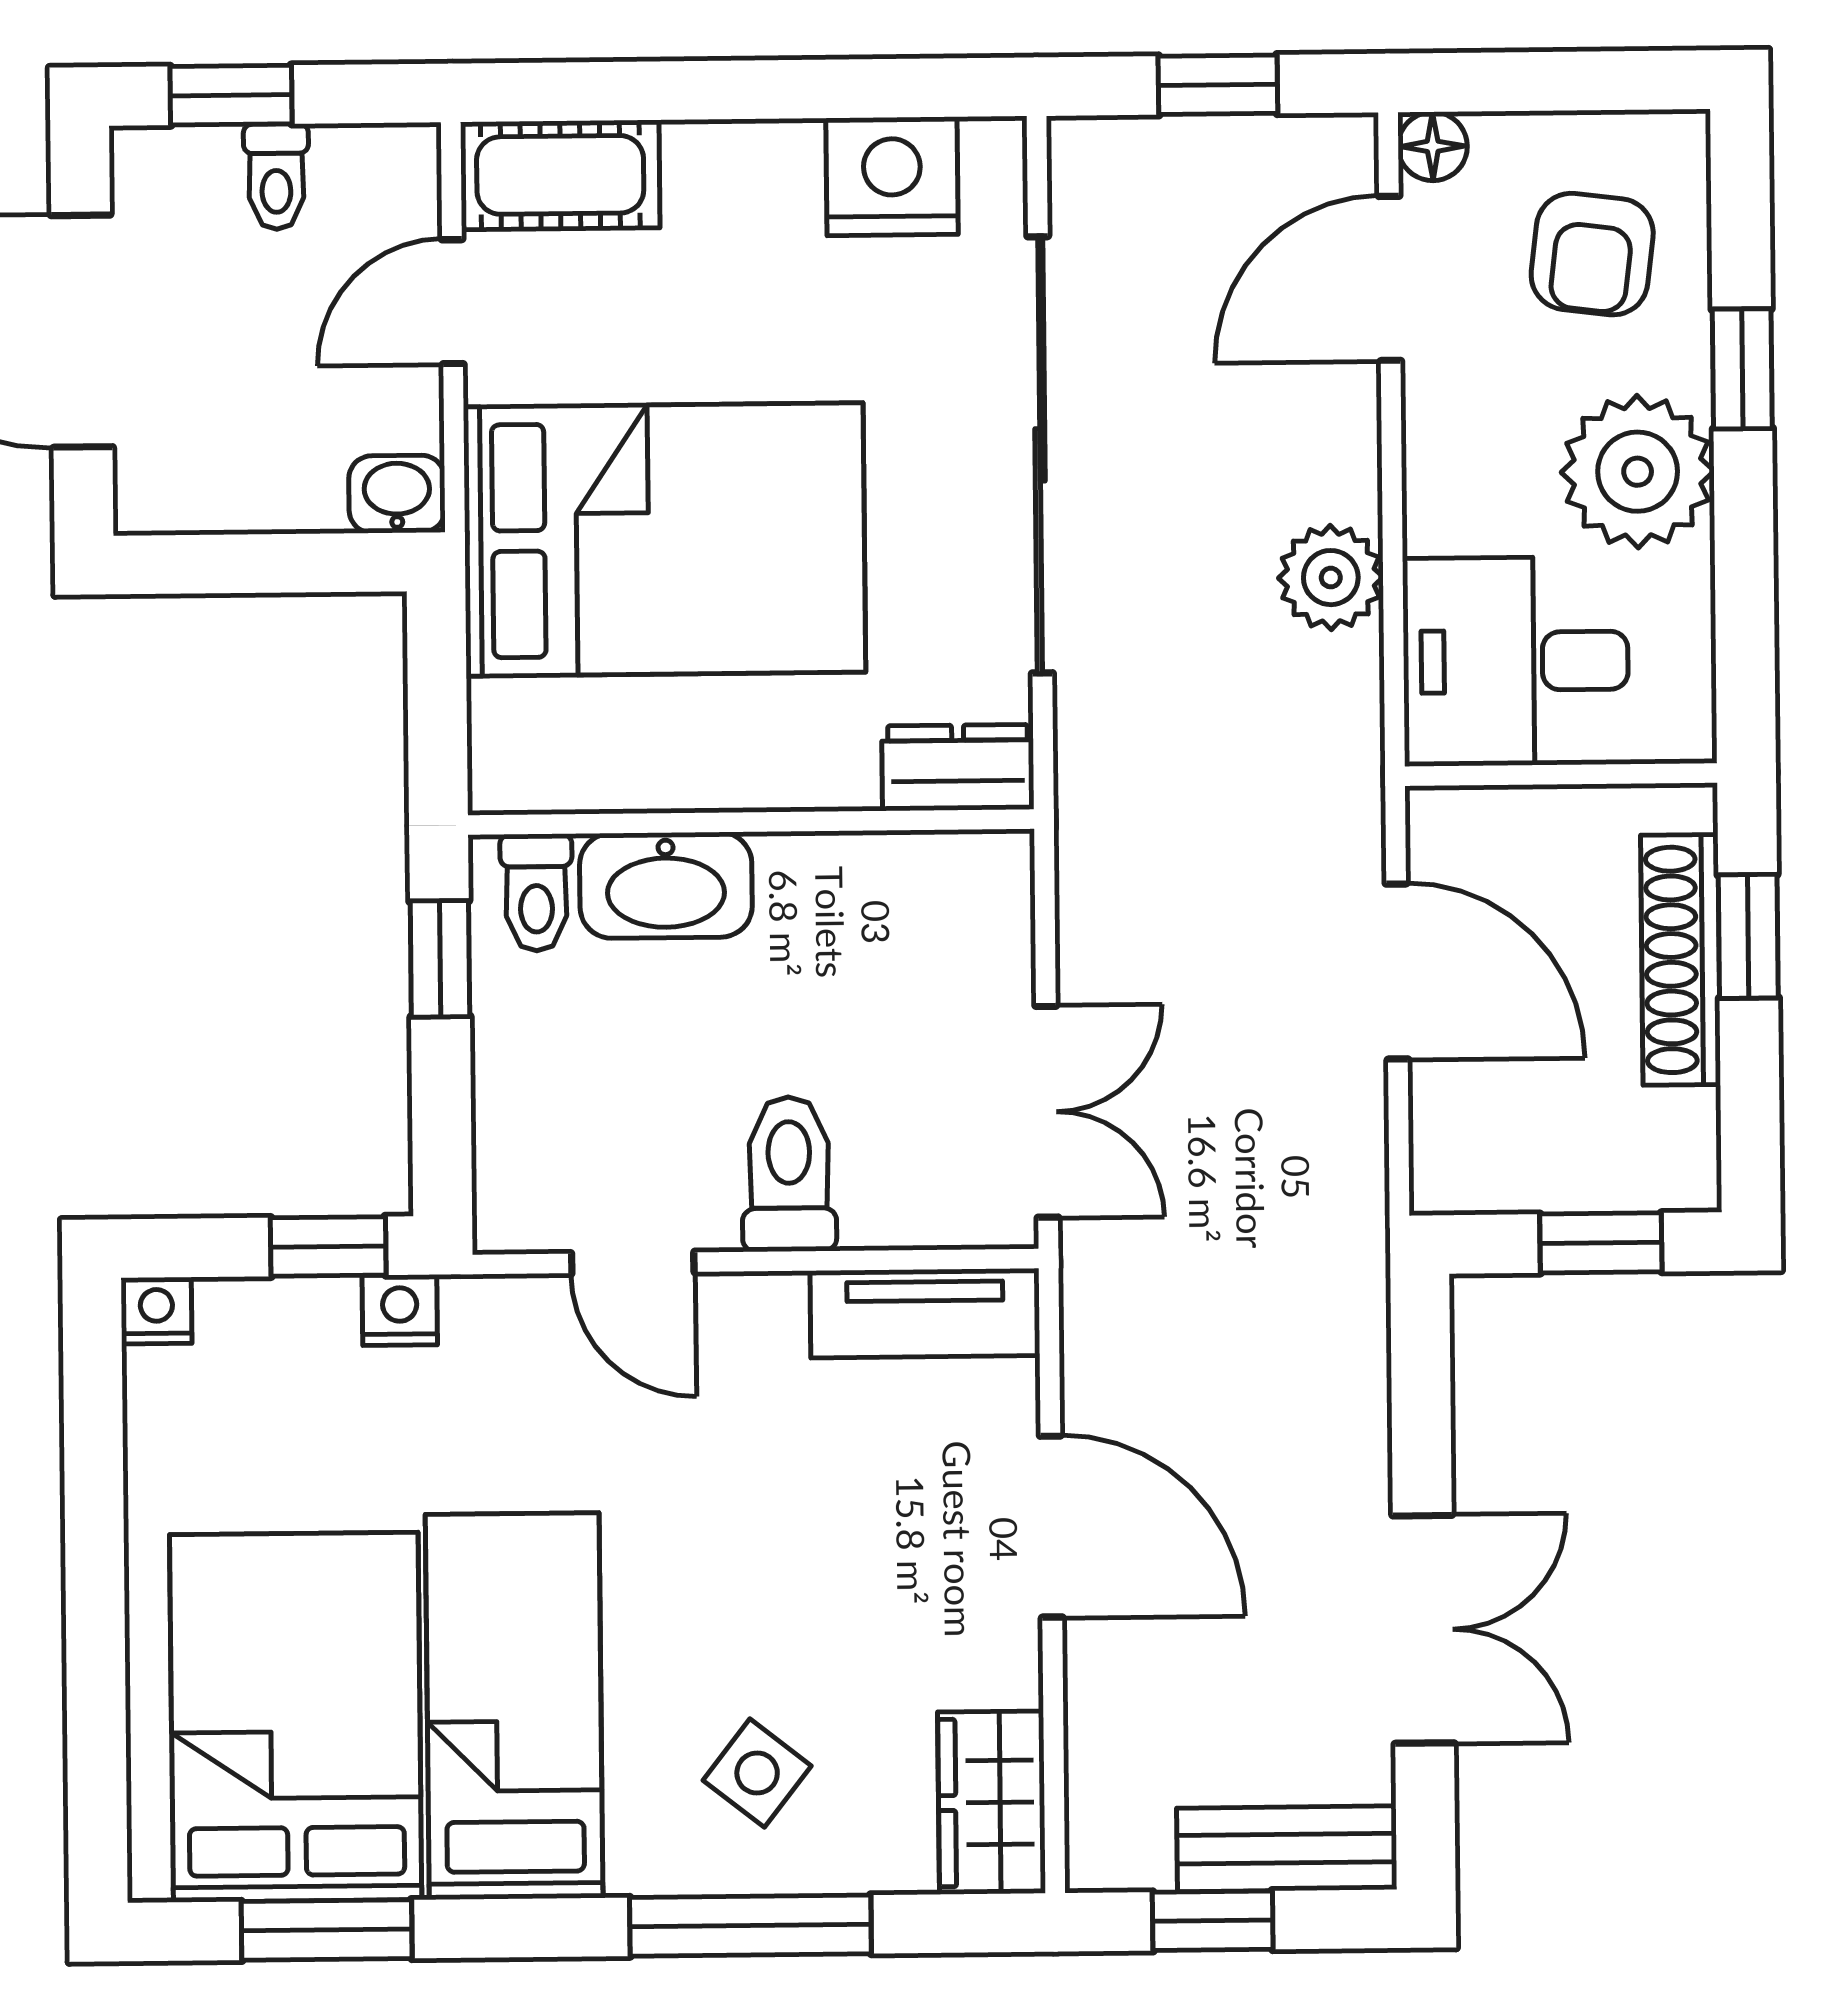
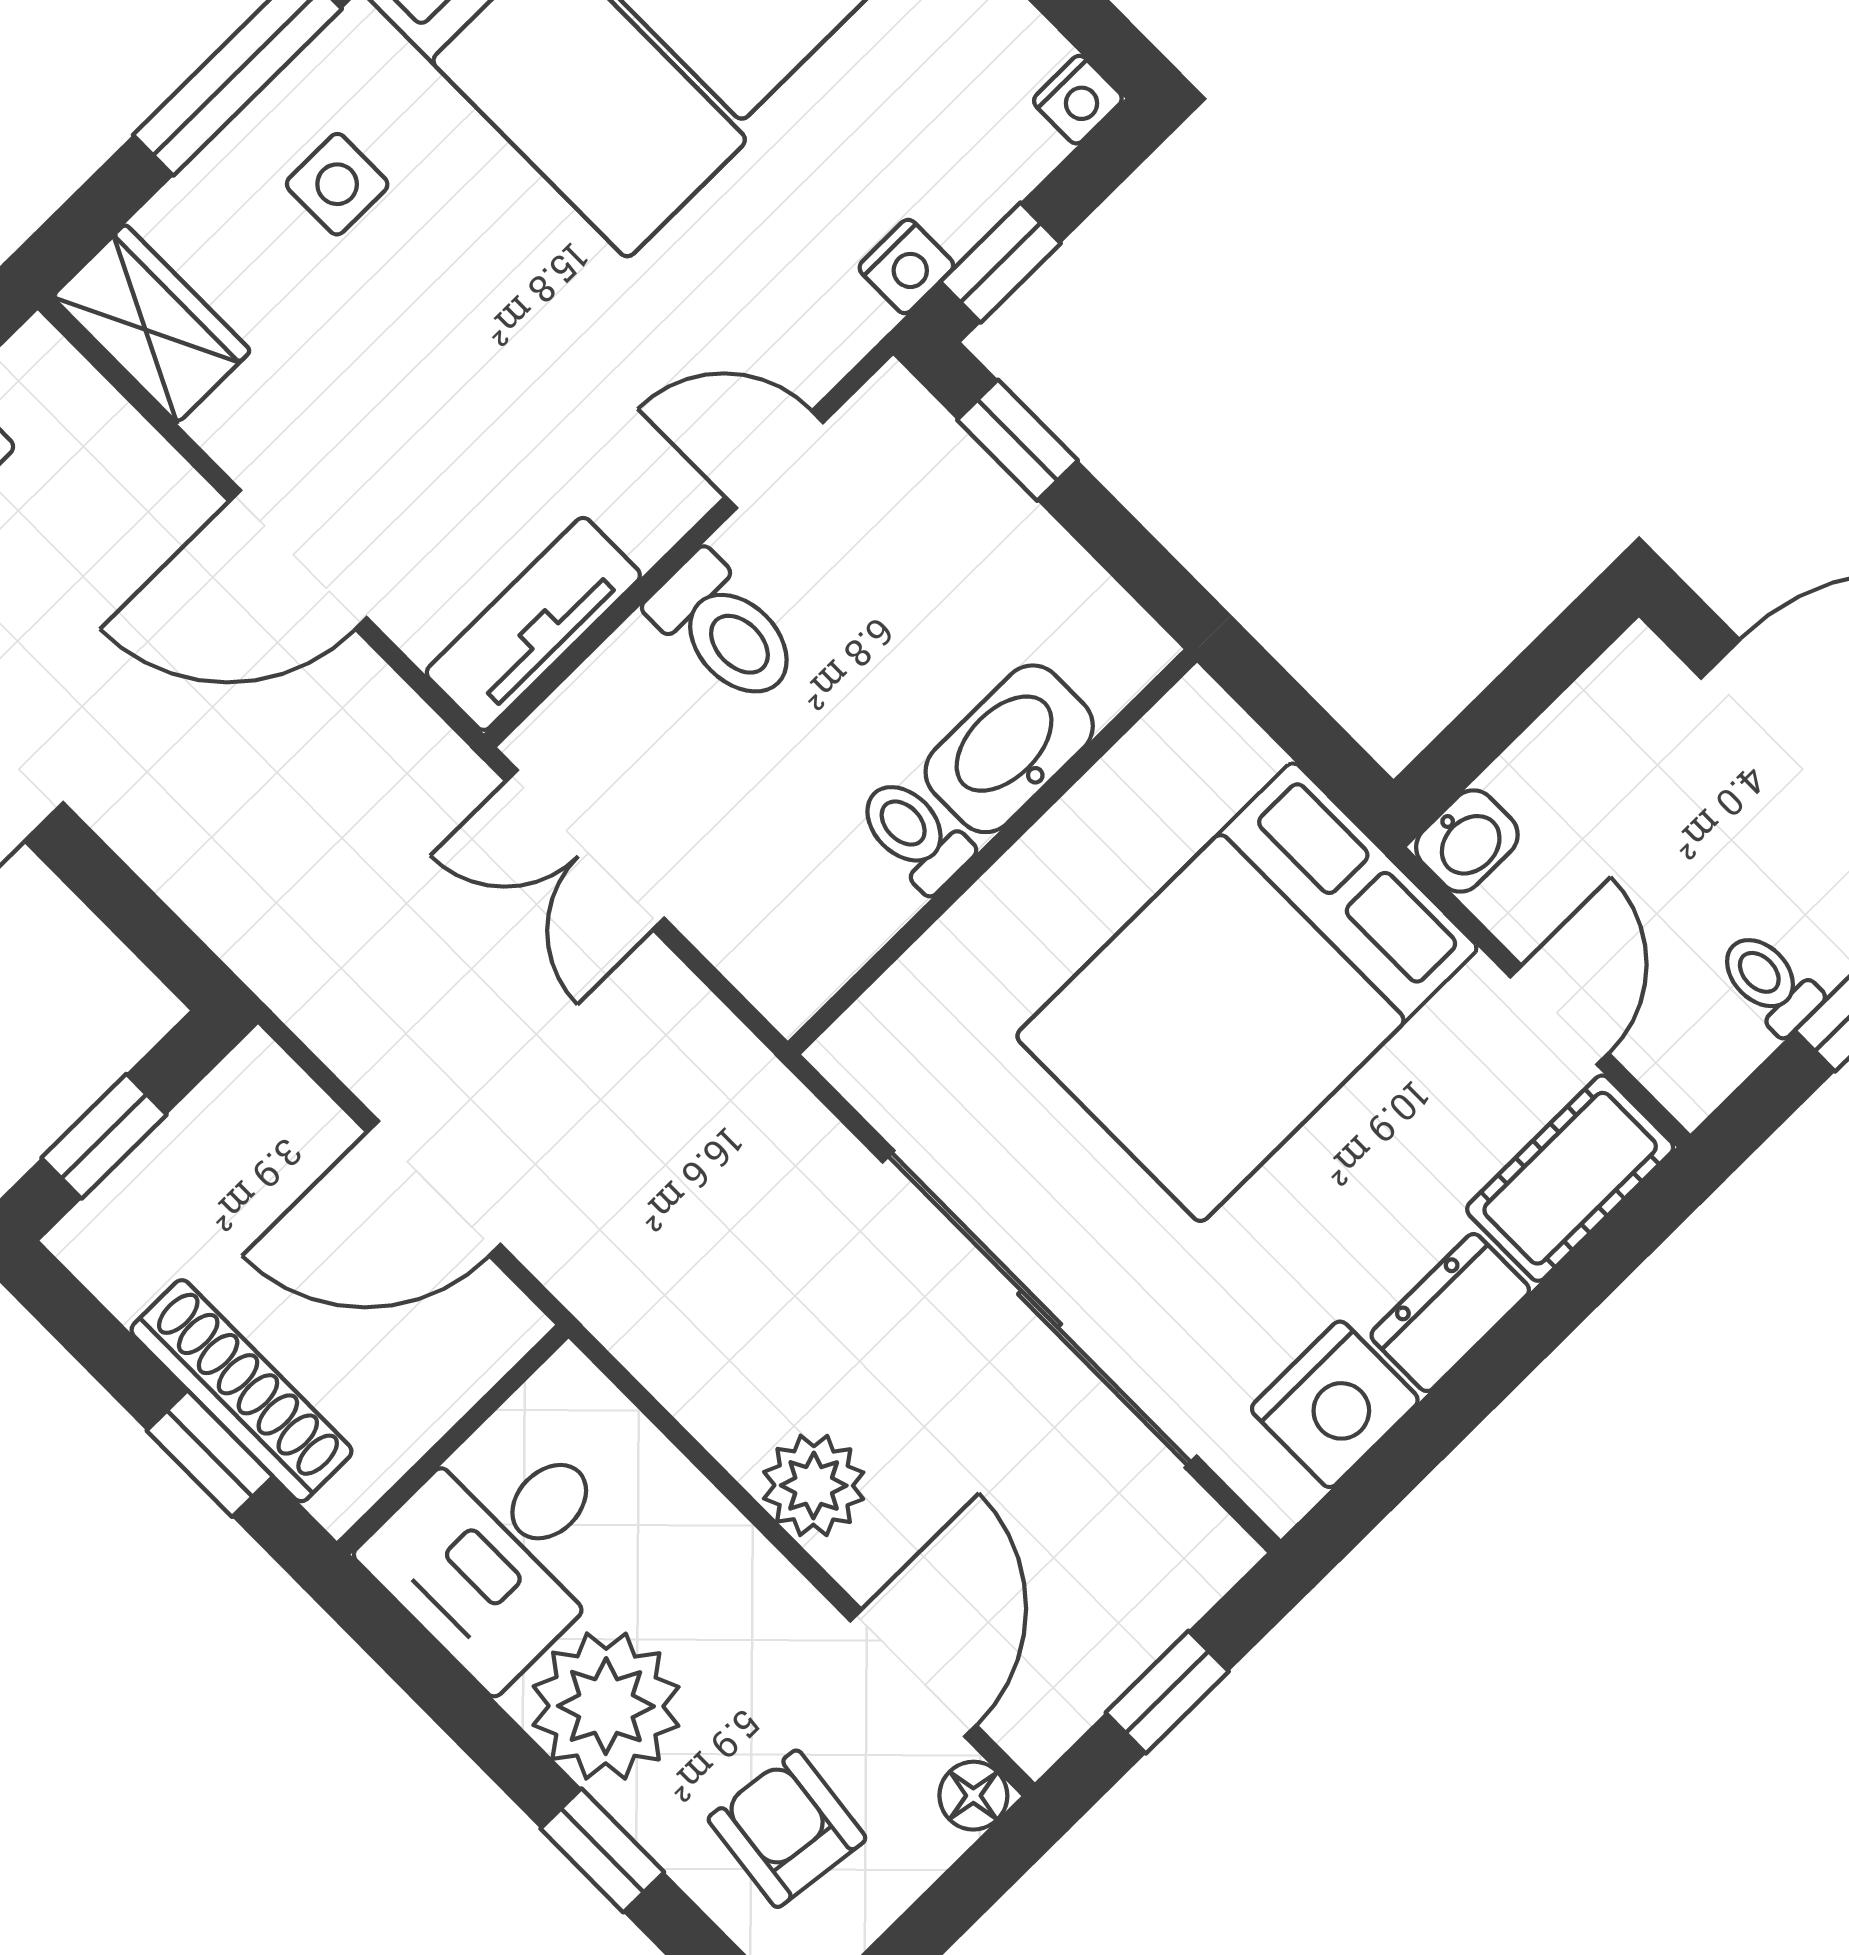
plant: (1331, 578) -> (814, 1485), moved
desk: (1516, 661) -> (501, 1550), moved, turned 180
dresser: (958, 768) -> (1450, 1313), moved, turned 180
toilet: (536, 892) -> (914, 834), moved
window: (440, 959) -> (1018, 440), moved
side table: (757, 1773) -> (337, 184), turned -38

